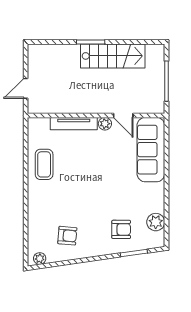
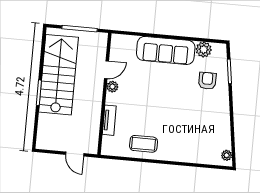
stairs: (113, 56) -> (58, 75), width x1.36, depth x1.51
tv unit: (74, 124) -> (109, 120), width x0.71
sofa: (151, 150) -> (166, 50), moved
armchair: (67, 236) -> (209, 129), removed

